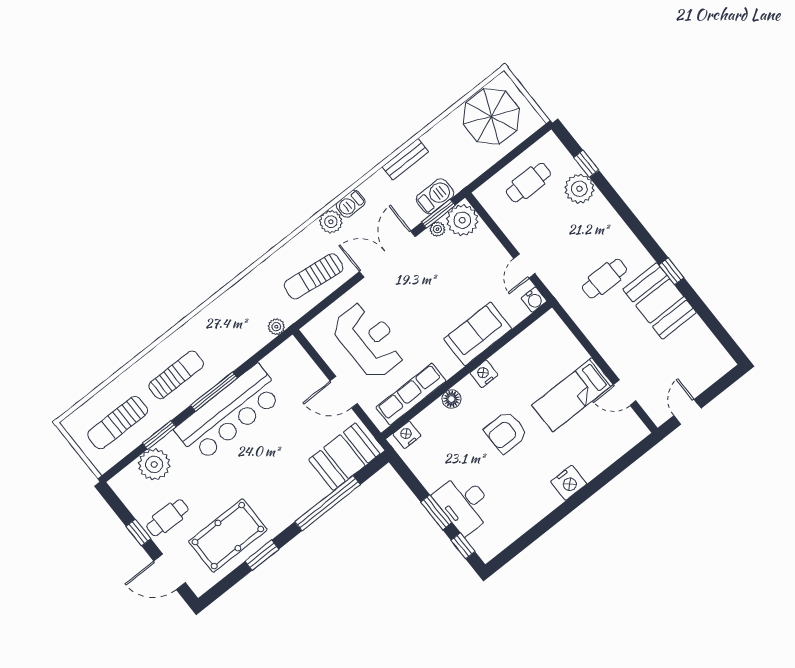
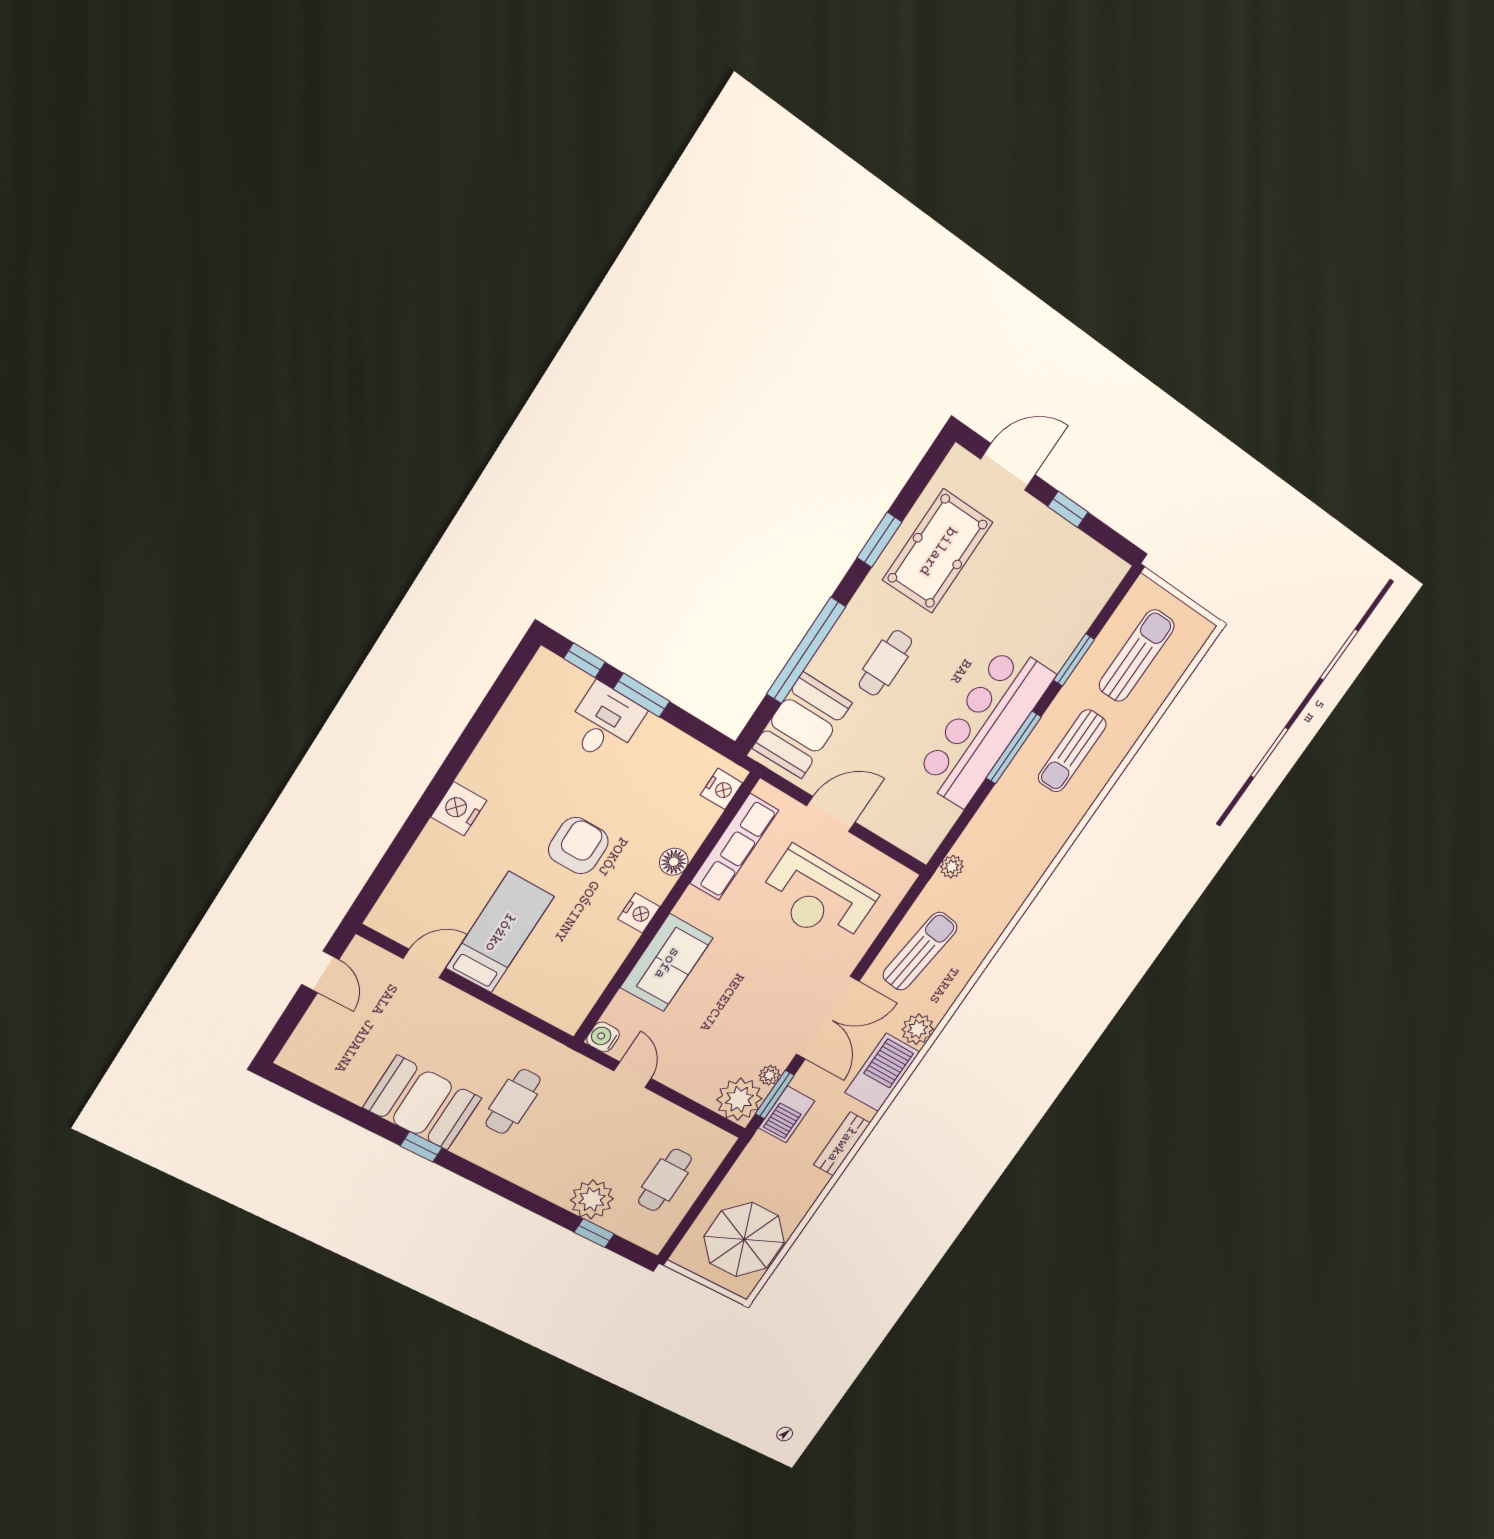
barbecue: (351, 204) -> (882, 1072), width x1.88, depth x1.53
plant: (154, 464) -> (1071, 616), removed
desk: (464, 503) -> (604, 723), width x0.73
cafe table: (167, 518) -> (885, 663), moved

